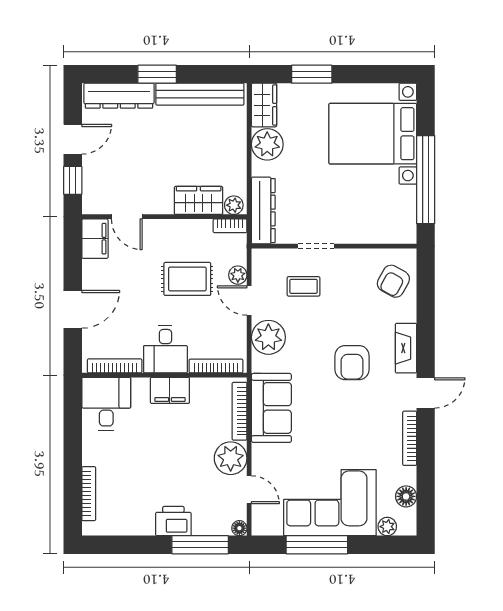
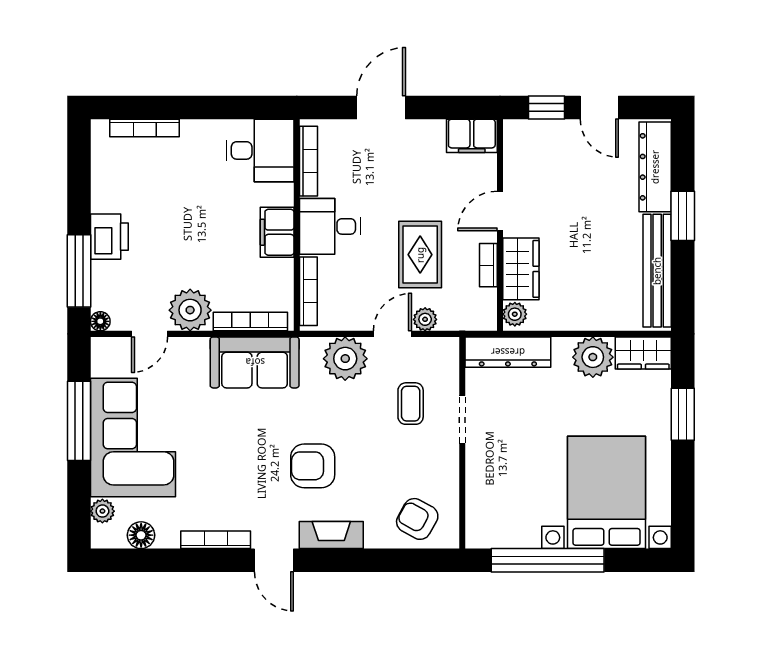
door: (127, 217) -> (500, 211), moved
bookcase: (230, 226) -> (488, 265), moved
door: (73, 309) -> (381, 107), swing flipped

